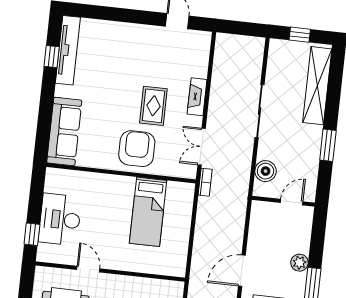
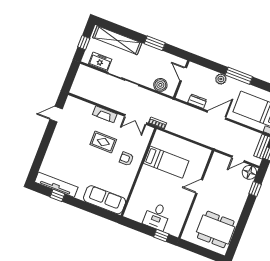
freezer: (277, 68) -> (100, 62), added
armchair: (137, 149) -> (126, 159), width x0.53, depth x0.53
desk: (60, 219) -> (157, 216), width x0.73
dresser: (255, 235) -> (197, 101), added
door: (88, 269) -> (199, 187), moved
door: (242, 271) -> (217, 115), swing flipped

